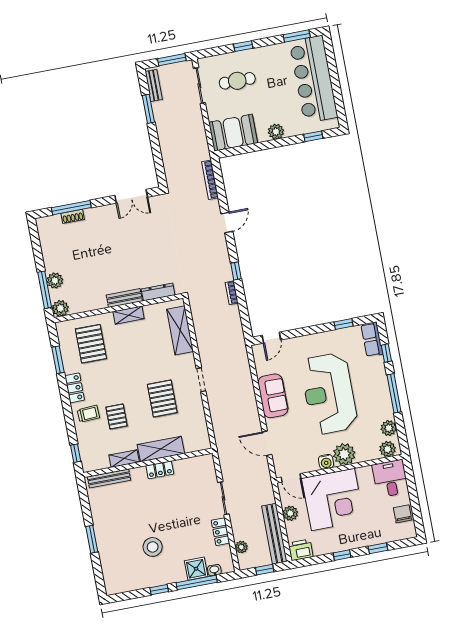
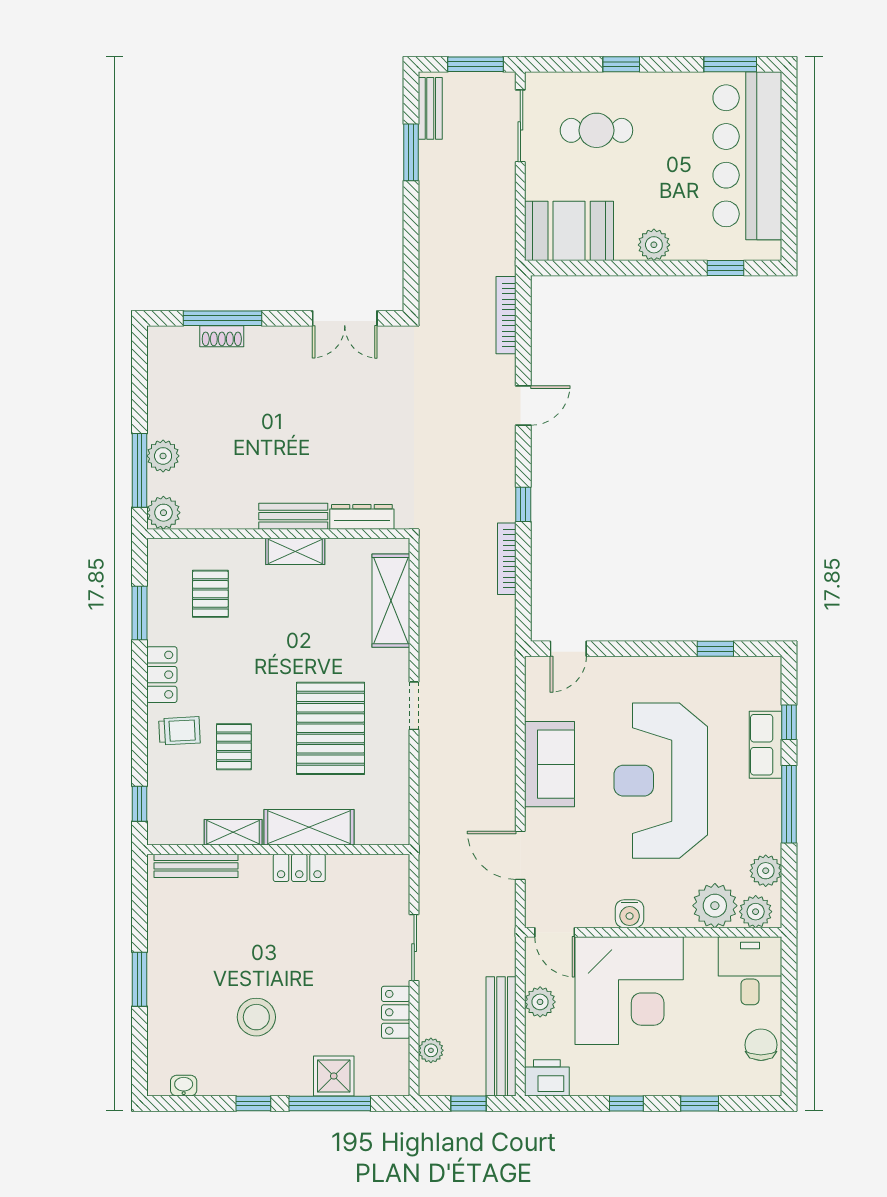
bookcase: (232, 293) -> (507, 559), width x1.56
row of seats: (372, 339) -> (765, 745), moved
pallet: (91, 344) -> (210, 594), width x0.67, depth x0.71
pallet: (162, 399) -> (331, 728), width x1.37, depth x1.41
plant: (344, 454) -> (715, 906), moved
washbasin: (214, 570) -> (184, 1086), moved

